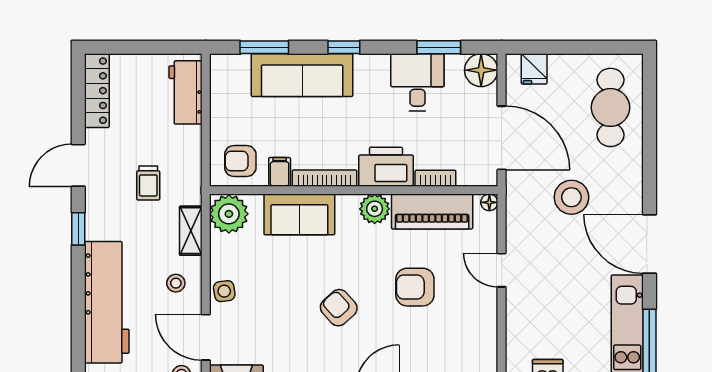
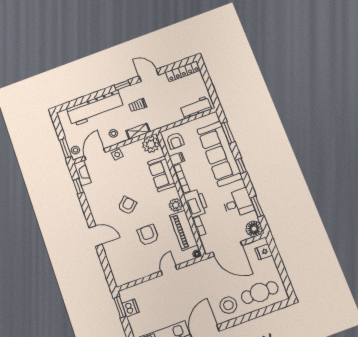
sofa: (302, 75) -> (220, 154), width x1.36, depth x1.27
door: (502, 138) -> (228, 249), hinge flipped
armchair: (240, 161) -> (175, 141), turned 180
trolley: (148, 183) -> (138, 105), moved
stool: (571, 197) -> (228, 305), moved

